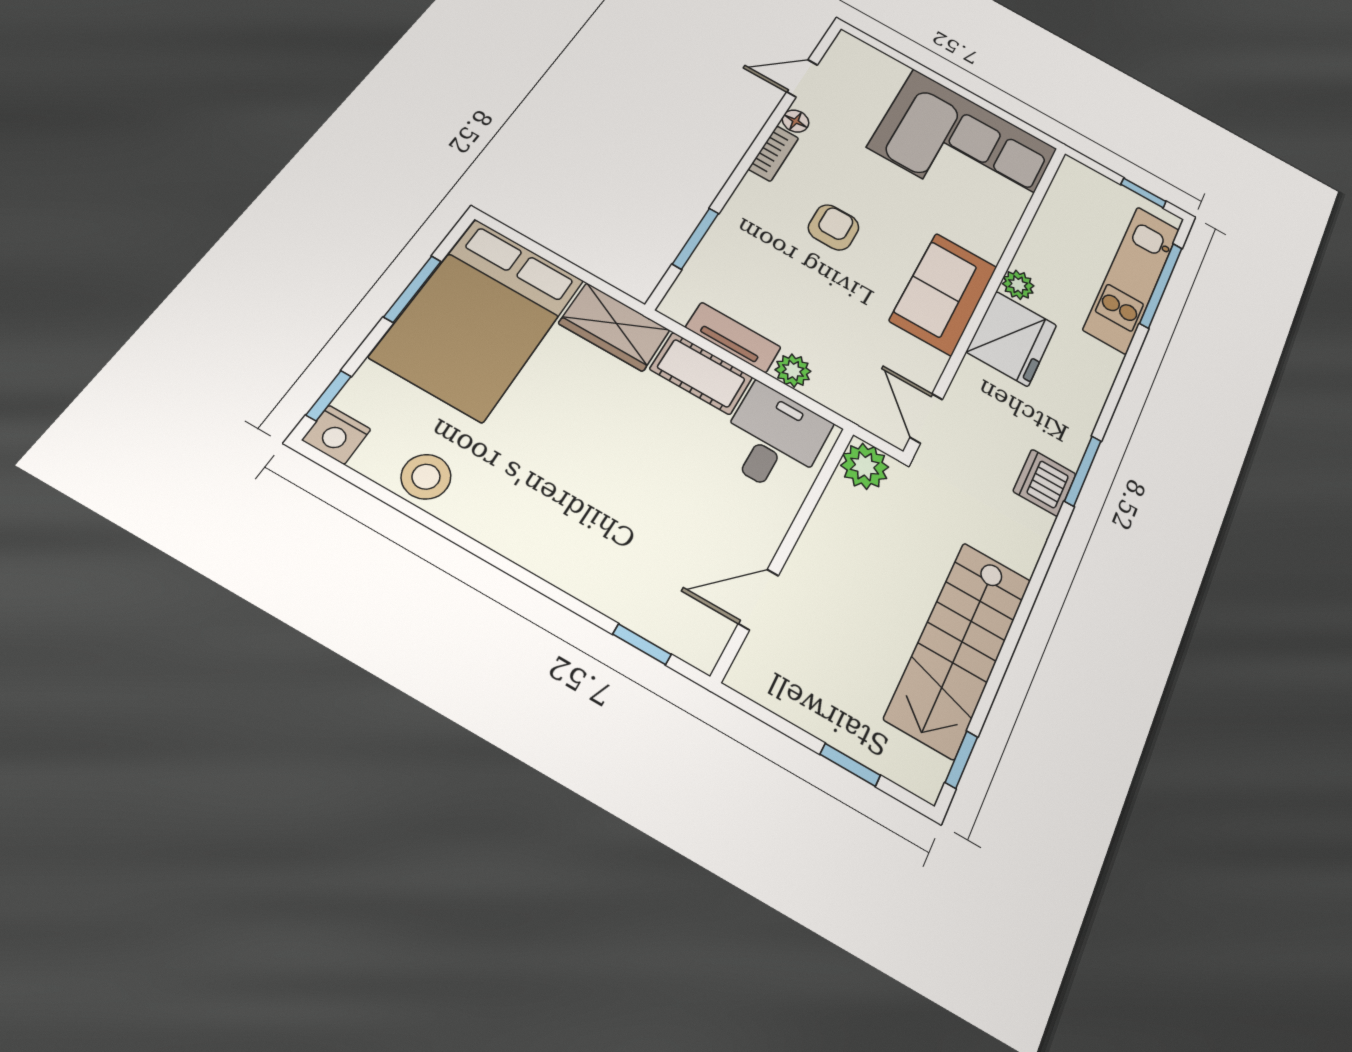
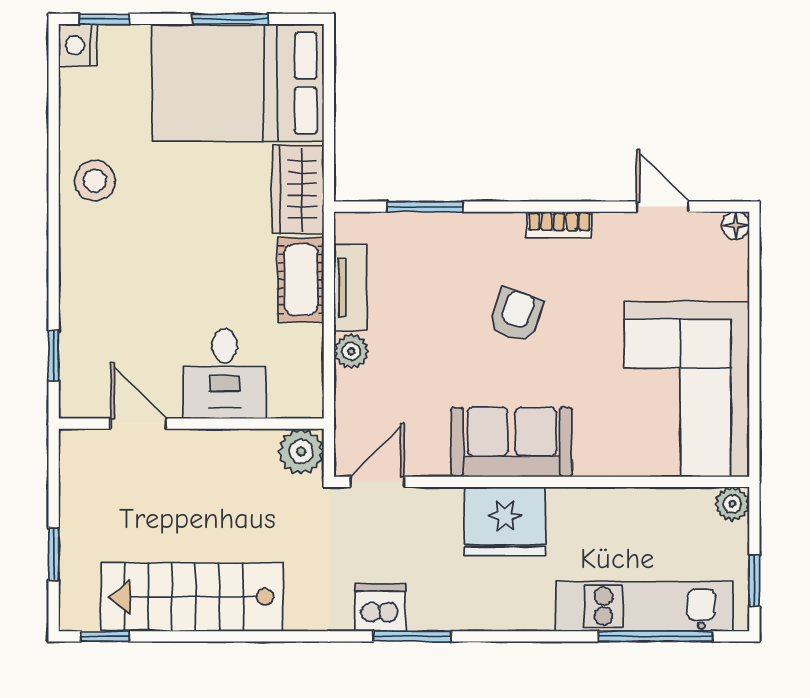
floor lamp: (796, 121) -> (736, 225), moved
armchair: (834, 227) -> (516, 315), turned -71
plant: (1018, 285) -> (732, 504), moved
desk: (774, 439) -> (225, 374), moved, turned 90
stool: (426, 477) -> (95, 180), moved

